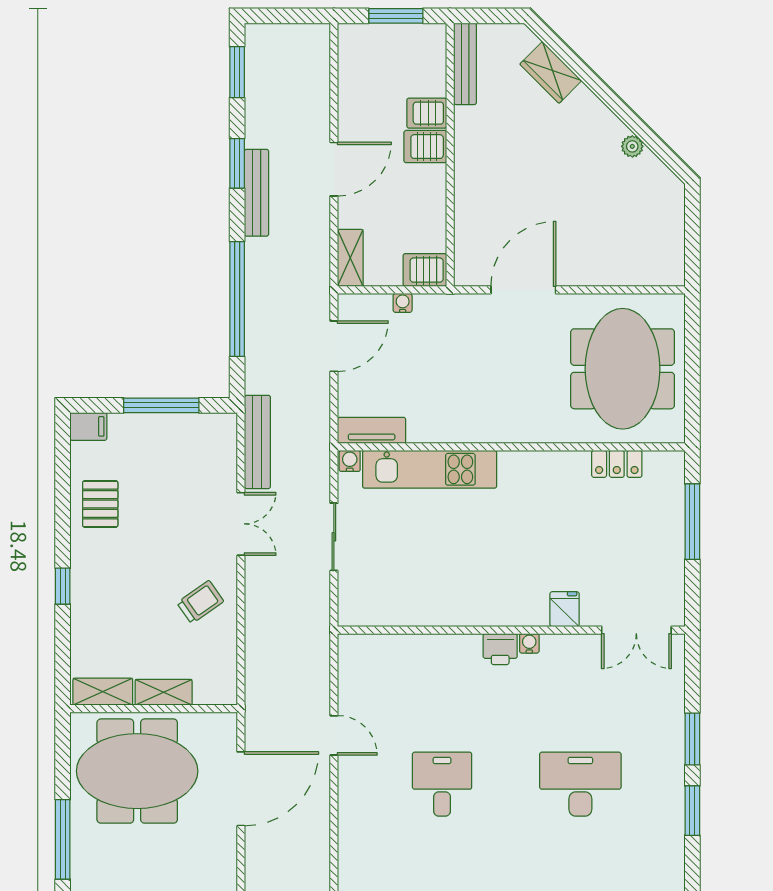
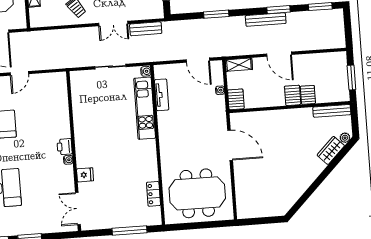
plant: (632, 146) -> (345, 138), moved
window: (237, 299) -> (216, 14), width x0.47
tv unit: (372, 430) -> (162, 95), moved
bench: (257, 442) -> (146, 29), width x0.73

